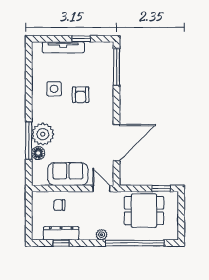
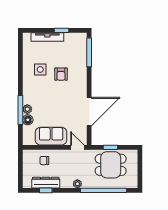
plant: (43, 134) -> (27, 109), width x0.53, depth x0.53
window: (161, 188) -> (110, 147), moved

